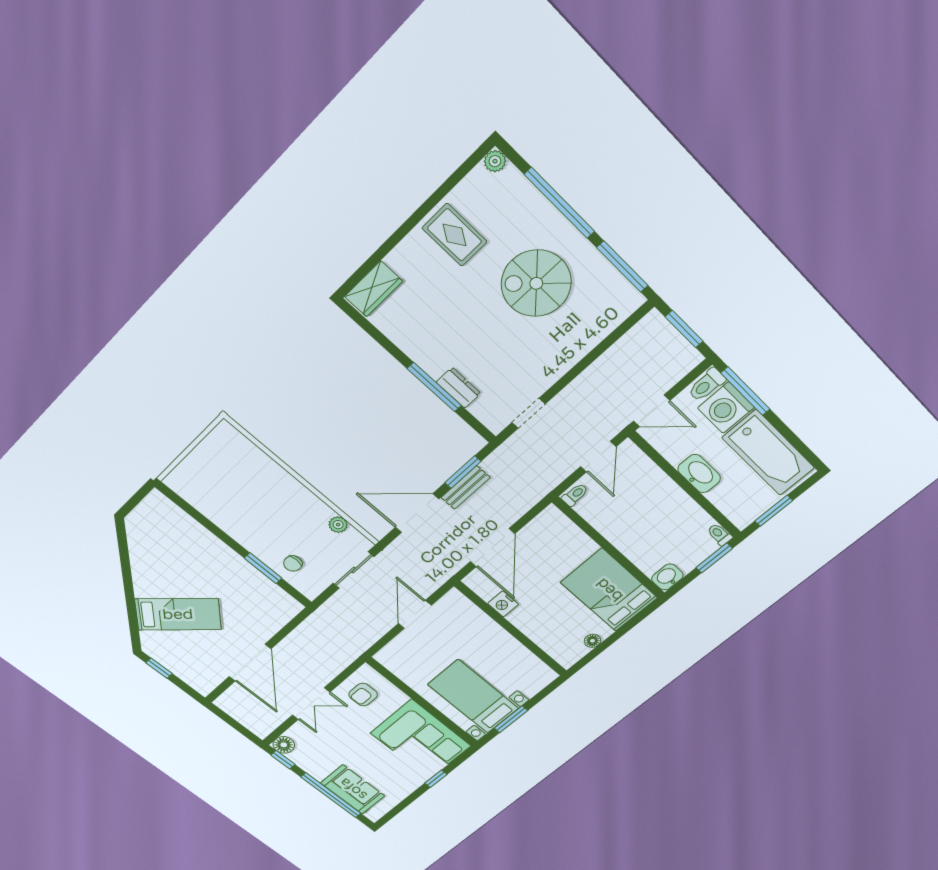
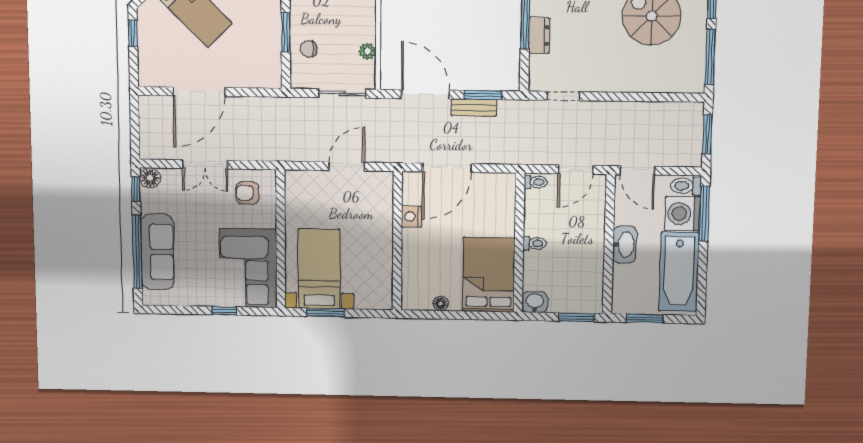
toilet: (720, 535) -> (534, 243), moved, turned 90
sofa: (353, 789) -> (157, 252), width x1.36

